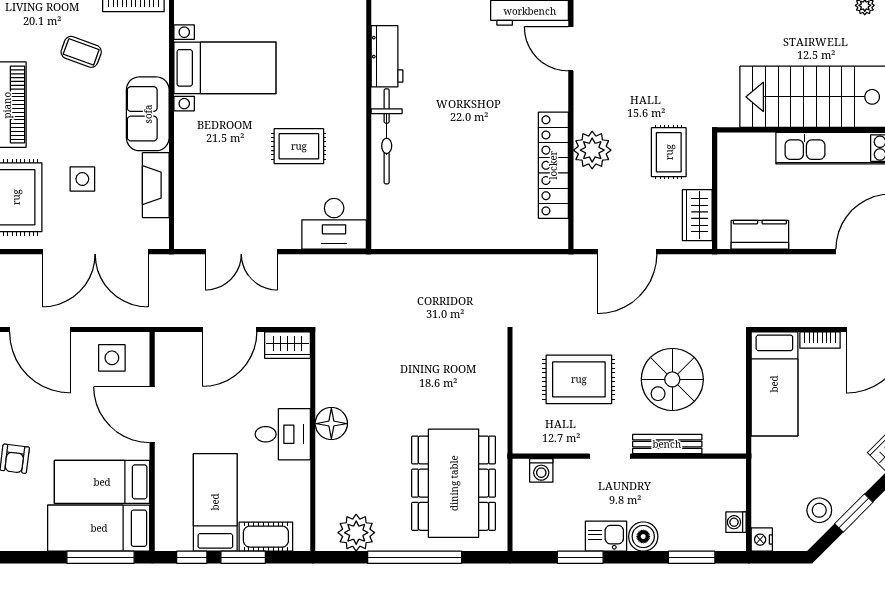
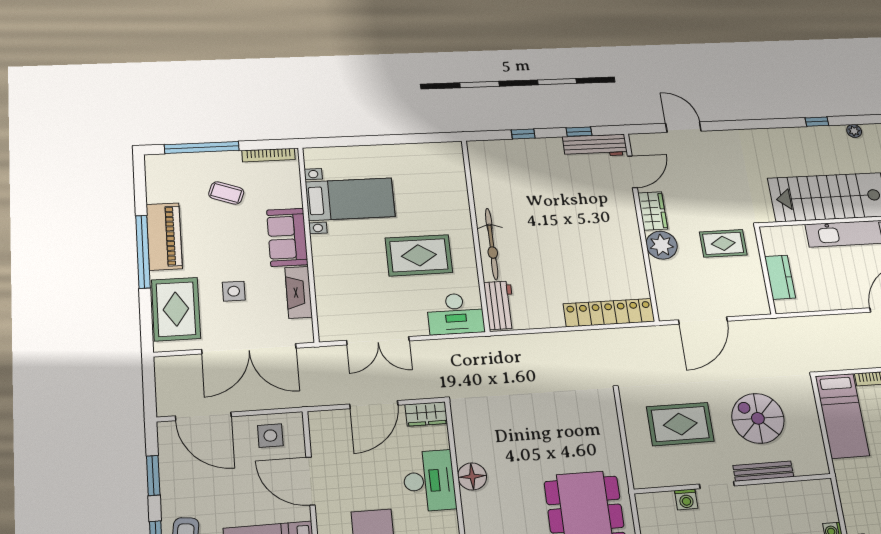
door: (571, 49) -> (632, 172), swing flipped
workbench: (387, 56) -> (500, 305), moved
rug: (299, 146) -> (419, 255), width x1.36, depth x1.43
rug: (669, 152) -> (723, 243), turned 90
locker: (553, 165) -> (609, 313), moved, turned 90
wardrobe: (697, 215) -> (653, 211), moved, turned 180
kitchen counter: (760, 235) -> (780, 277), moved, turned 90
spiral stairs: (672, 379) -> (758, 418), turned 90
desk: (283, 434) -> (429, 481), width x1.37
washing machine: (541, 470) -> (686, 499), moved

